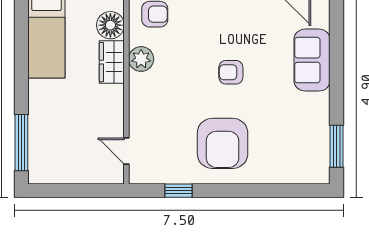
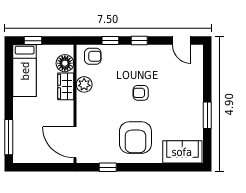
sofa: (312, 60) -> (182, 152), moved, turned 90
window: (337, 146) -> (207, 115), moved
door: (126, 151) -> (75, 142), width x1.87

